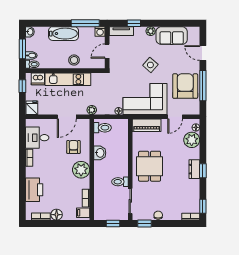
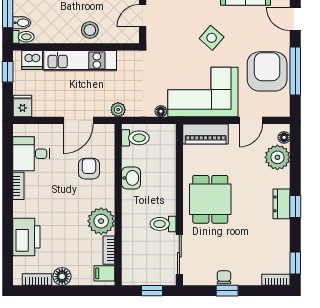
plant: (81, 170) -> (101, 221), moved
window: (145, 224) -> (227, 291), moved

